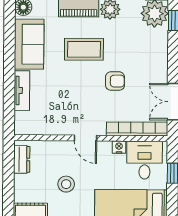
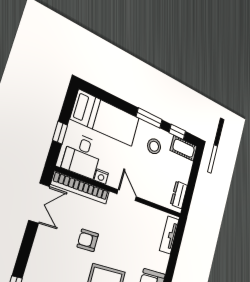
tv unit: (22, 91) -> (169, 235), moved
stool: (66, 184) -> (154, 146), moved

